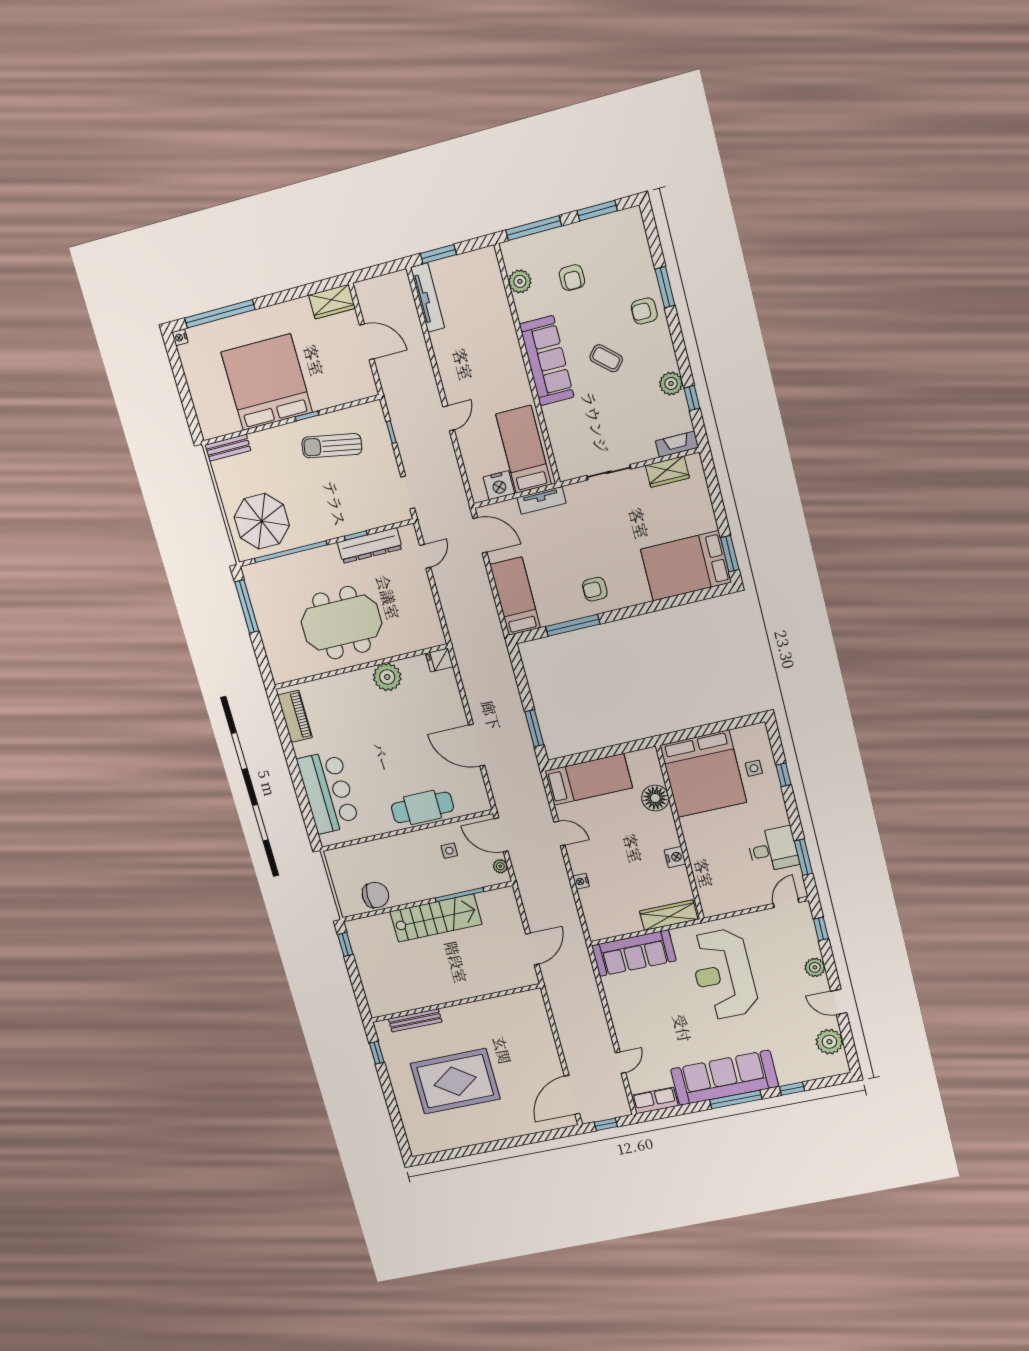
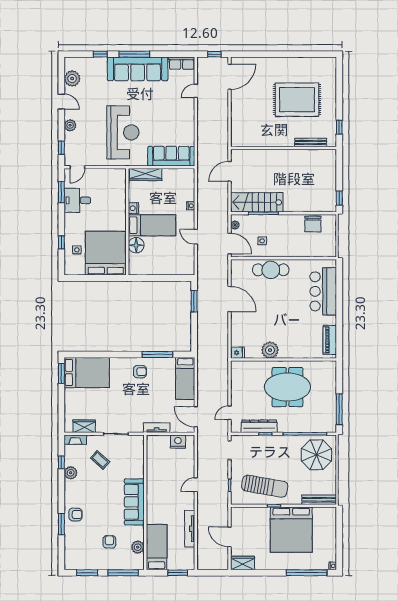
tv unit: (428, 298) -> (190, 529), moved
coffee table: (606, 358) -> (100, 460), moved
sun lounger: (332, 446) -> (265, 486), width x1.36, depth x1.34
bench: (228, 448) -> (319, 500), width x1.36
bed: (523, 449) -> (157, 547), moved, turned 180
bed: (589, 779) -> (152, 225), moved, turned 180
chair: (375, 895) -> (313, 224), turned -90
stairs: (436, 918) -> (257, 202), moved

